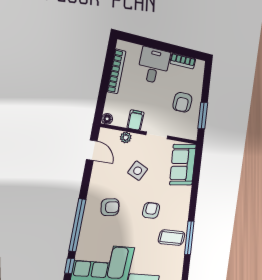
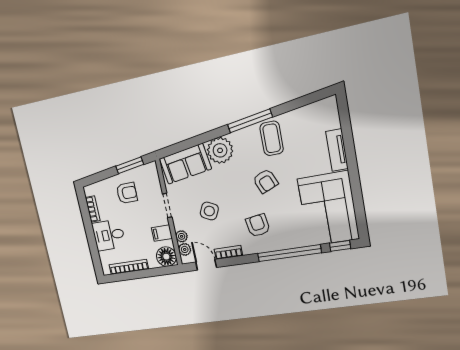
floor lamp: (107, 119) -> (166, 257), width x1.89, depth x1.89
plant: (113, 136) -> (185, 249), added
door: (92, 150) -> (206, 265), hinge flipped
bookcase: (96, 175) -> (228, 252), added
plant: (180, 197) -> (220, 150), added
armchair: (151, 210) -> (265, 181), moved, turned -113
window: (189, 238) -> (250, 121), moved

